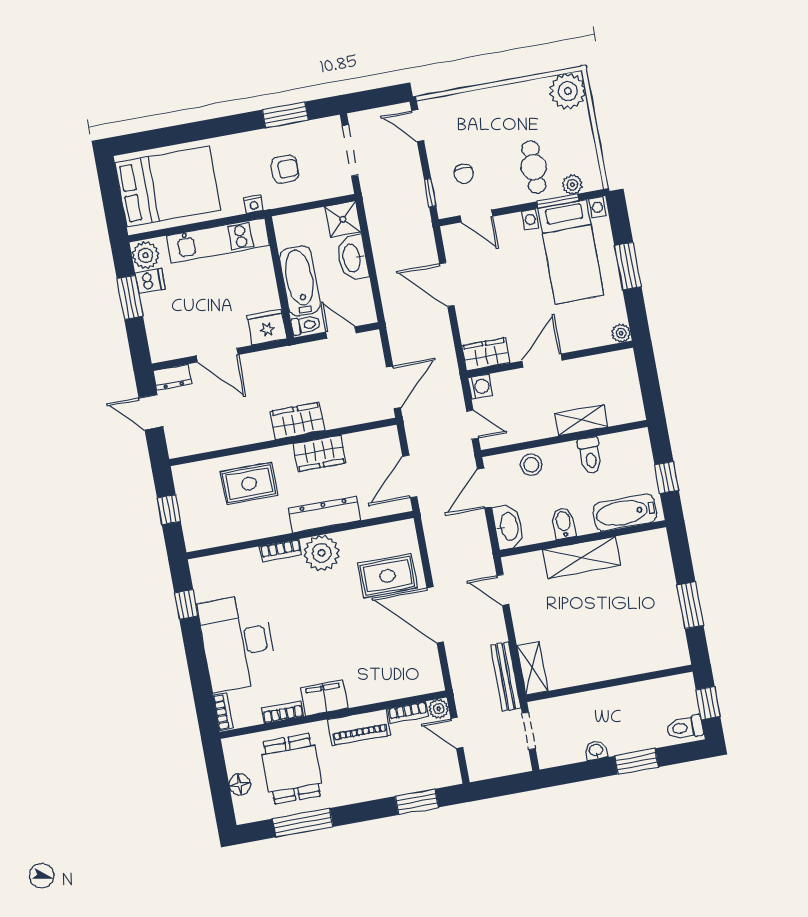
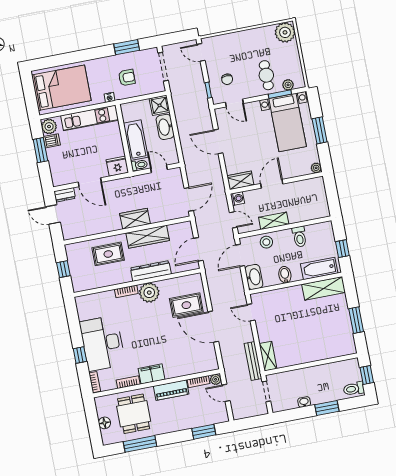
shelving: (581, 420) -> (274, 221), moved
wardrobe: (319, 453) -> (148, 237), width x1.50
shelving: (582, 558) -> (324, 288), moved
window: (186, 604) -> (80, 355), moved

